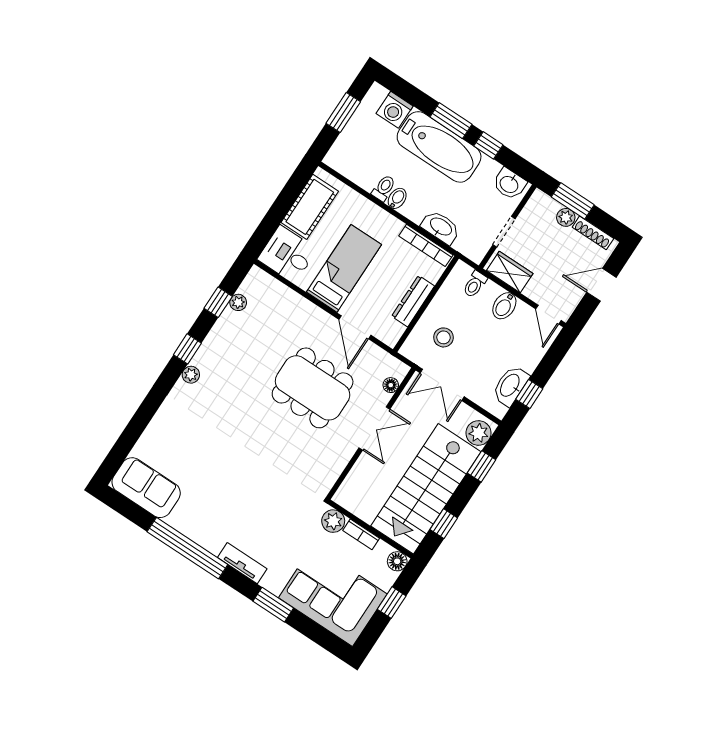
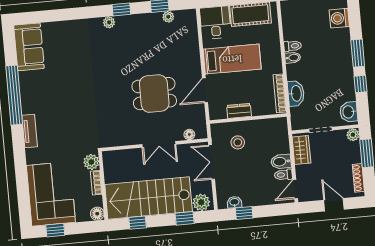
bathtub: (439, 147) -> (338, 58), removed
plant: (566, 217) -> (353, 135), moved
toilet: (475, 284) -> (283, 175), moved
dresser: (413, 301) -> (239, 111), width x0.70
washbasin: (510, 386) -> (234, 202), width x0.52, depth x0.69
dining table: (313, 388) -> (154, 94), width x0.73
window: (392, 603) -> (55, 230), moved
window: (273, 605) -> (21, 166), removed

